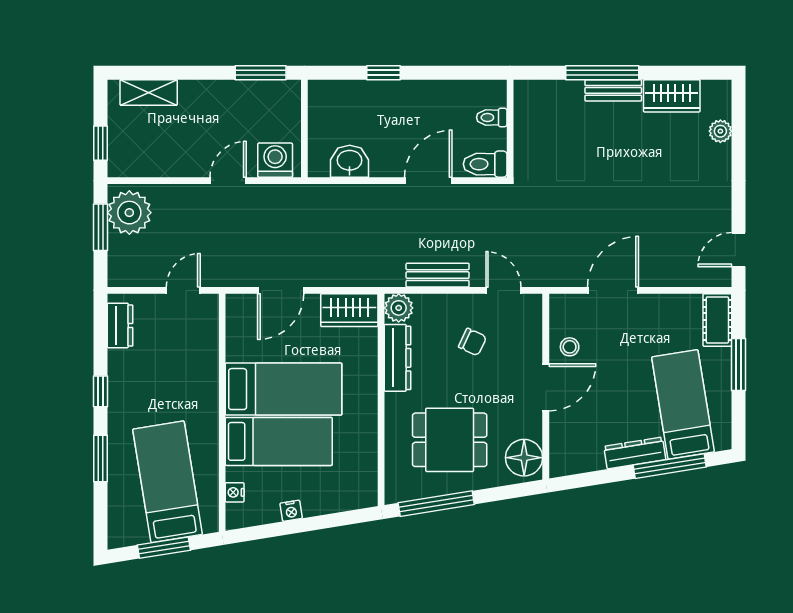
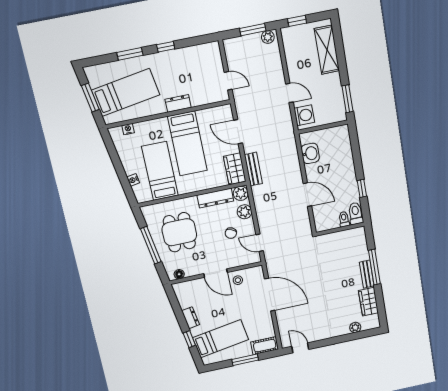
window: (384, 73) -> (362, 188), moved
shelving: (149, 92) -> (327, 50), width x1.50, depth x1.33
toilet: (485, 164) -> (356, 213), moved
plant: (129, 213) -> (268, 37), width x0.53, depth x0.53
bench: (438, 275) -> (253, 169), moved
door: (503, 290) -> (260, 243), swing flipped
door: (613, 290) -> (270, 295), width x1.36
plant: (436, 308) -> (244, 212), added
dresser: (120, 325) -> (178, 103), moved, turned 180
bed: (279, 441) -> (160, 171), moved, turned 180
dresser: (635, 453) -> (190, 318), width x0.70
floor lamp: (524, 458) -> (179, 274), width x0.53, depth x0.53
window: (670, 466) -> (189, 339), width x0.46
window: (436, 504) -> (151, 245), moved
nightstand: (291, 511) -> (133, 180), moved

